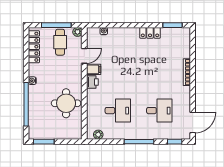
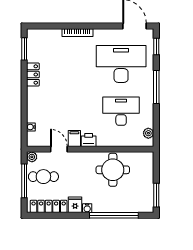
fridge: (35, 70) -> (75, 205), added
desk: (118, 111) -> (121, 111), width x1.37
desk: (159, 111) -> (121, 64), width x1.87, depth x1.30

